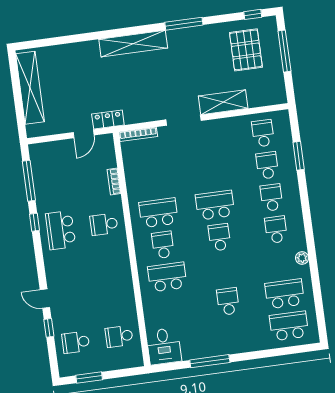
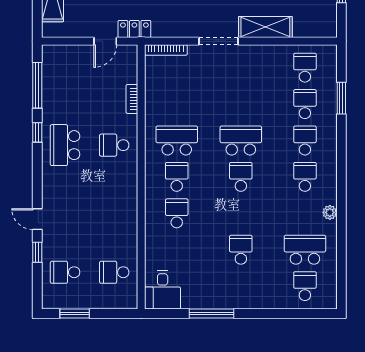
school desk: (167, 277) -> (177, 213), width x0.54
school desk: (289, 326) -> (305, 286), width x0.54

